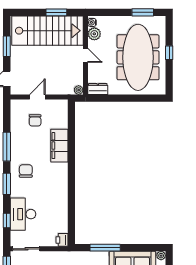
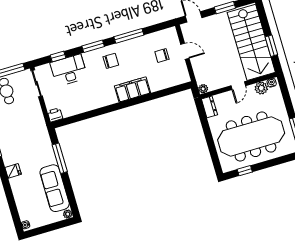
window: (169, 53) -> (245, 171), moved
filing cabinet: (59, 146) -> (132, 89), moved

